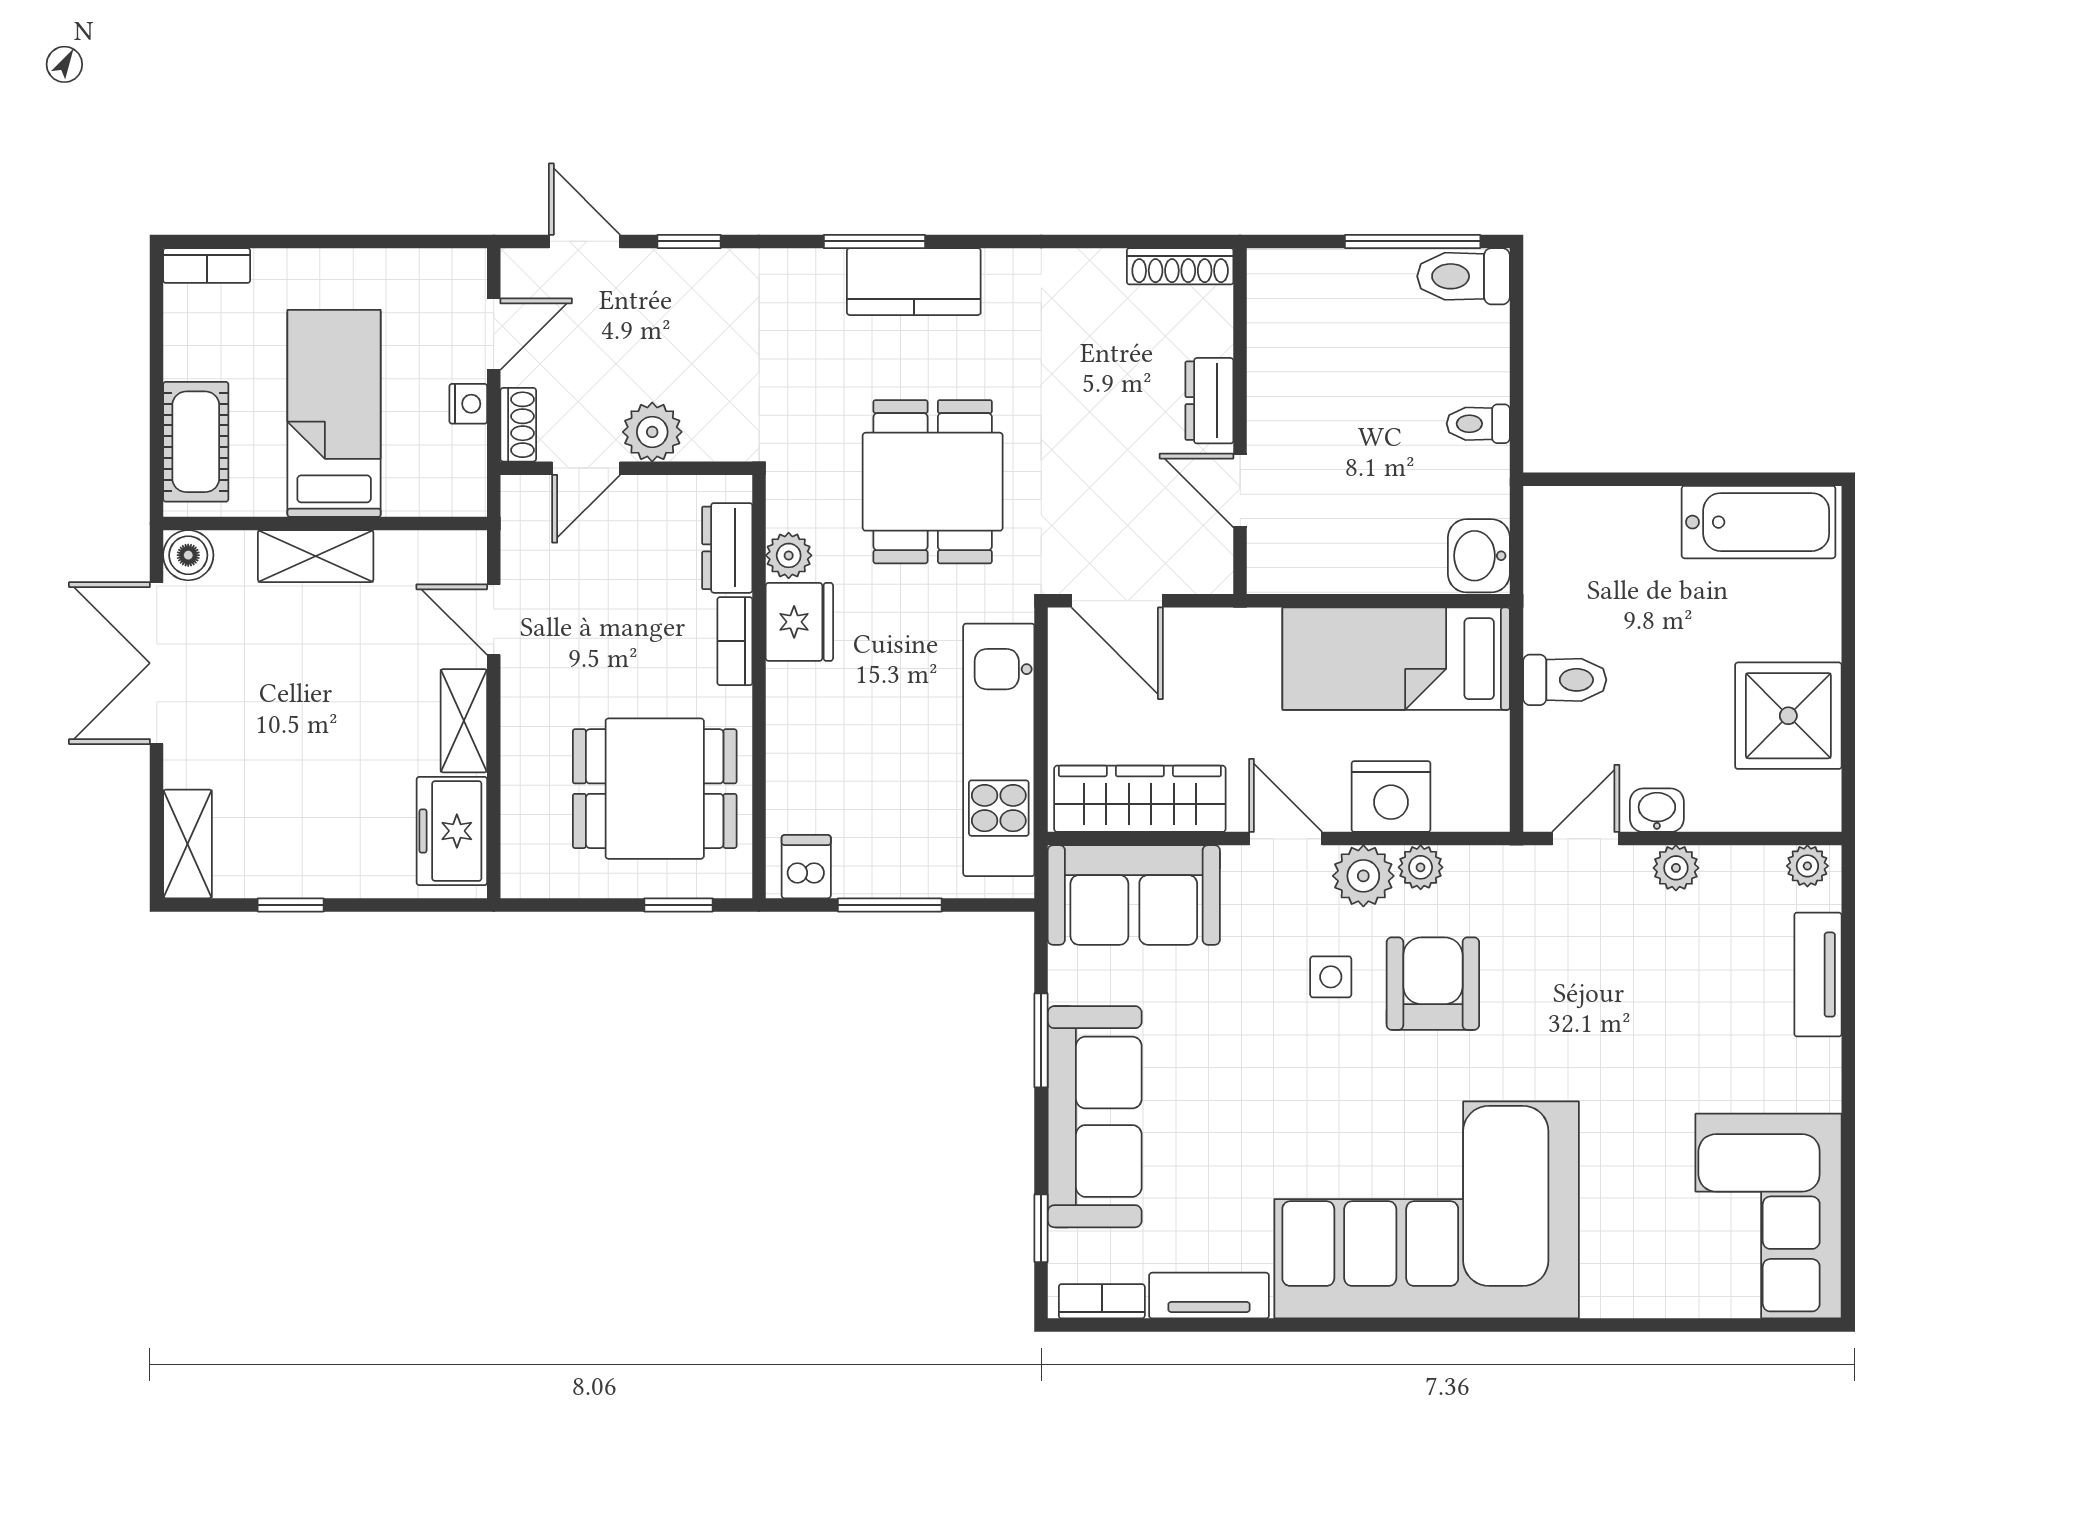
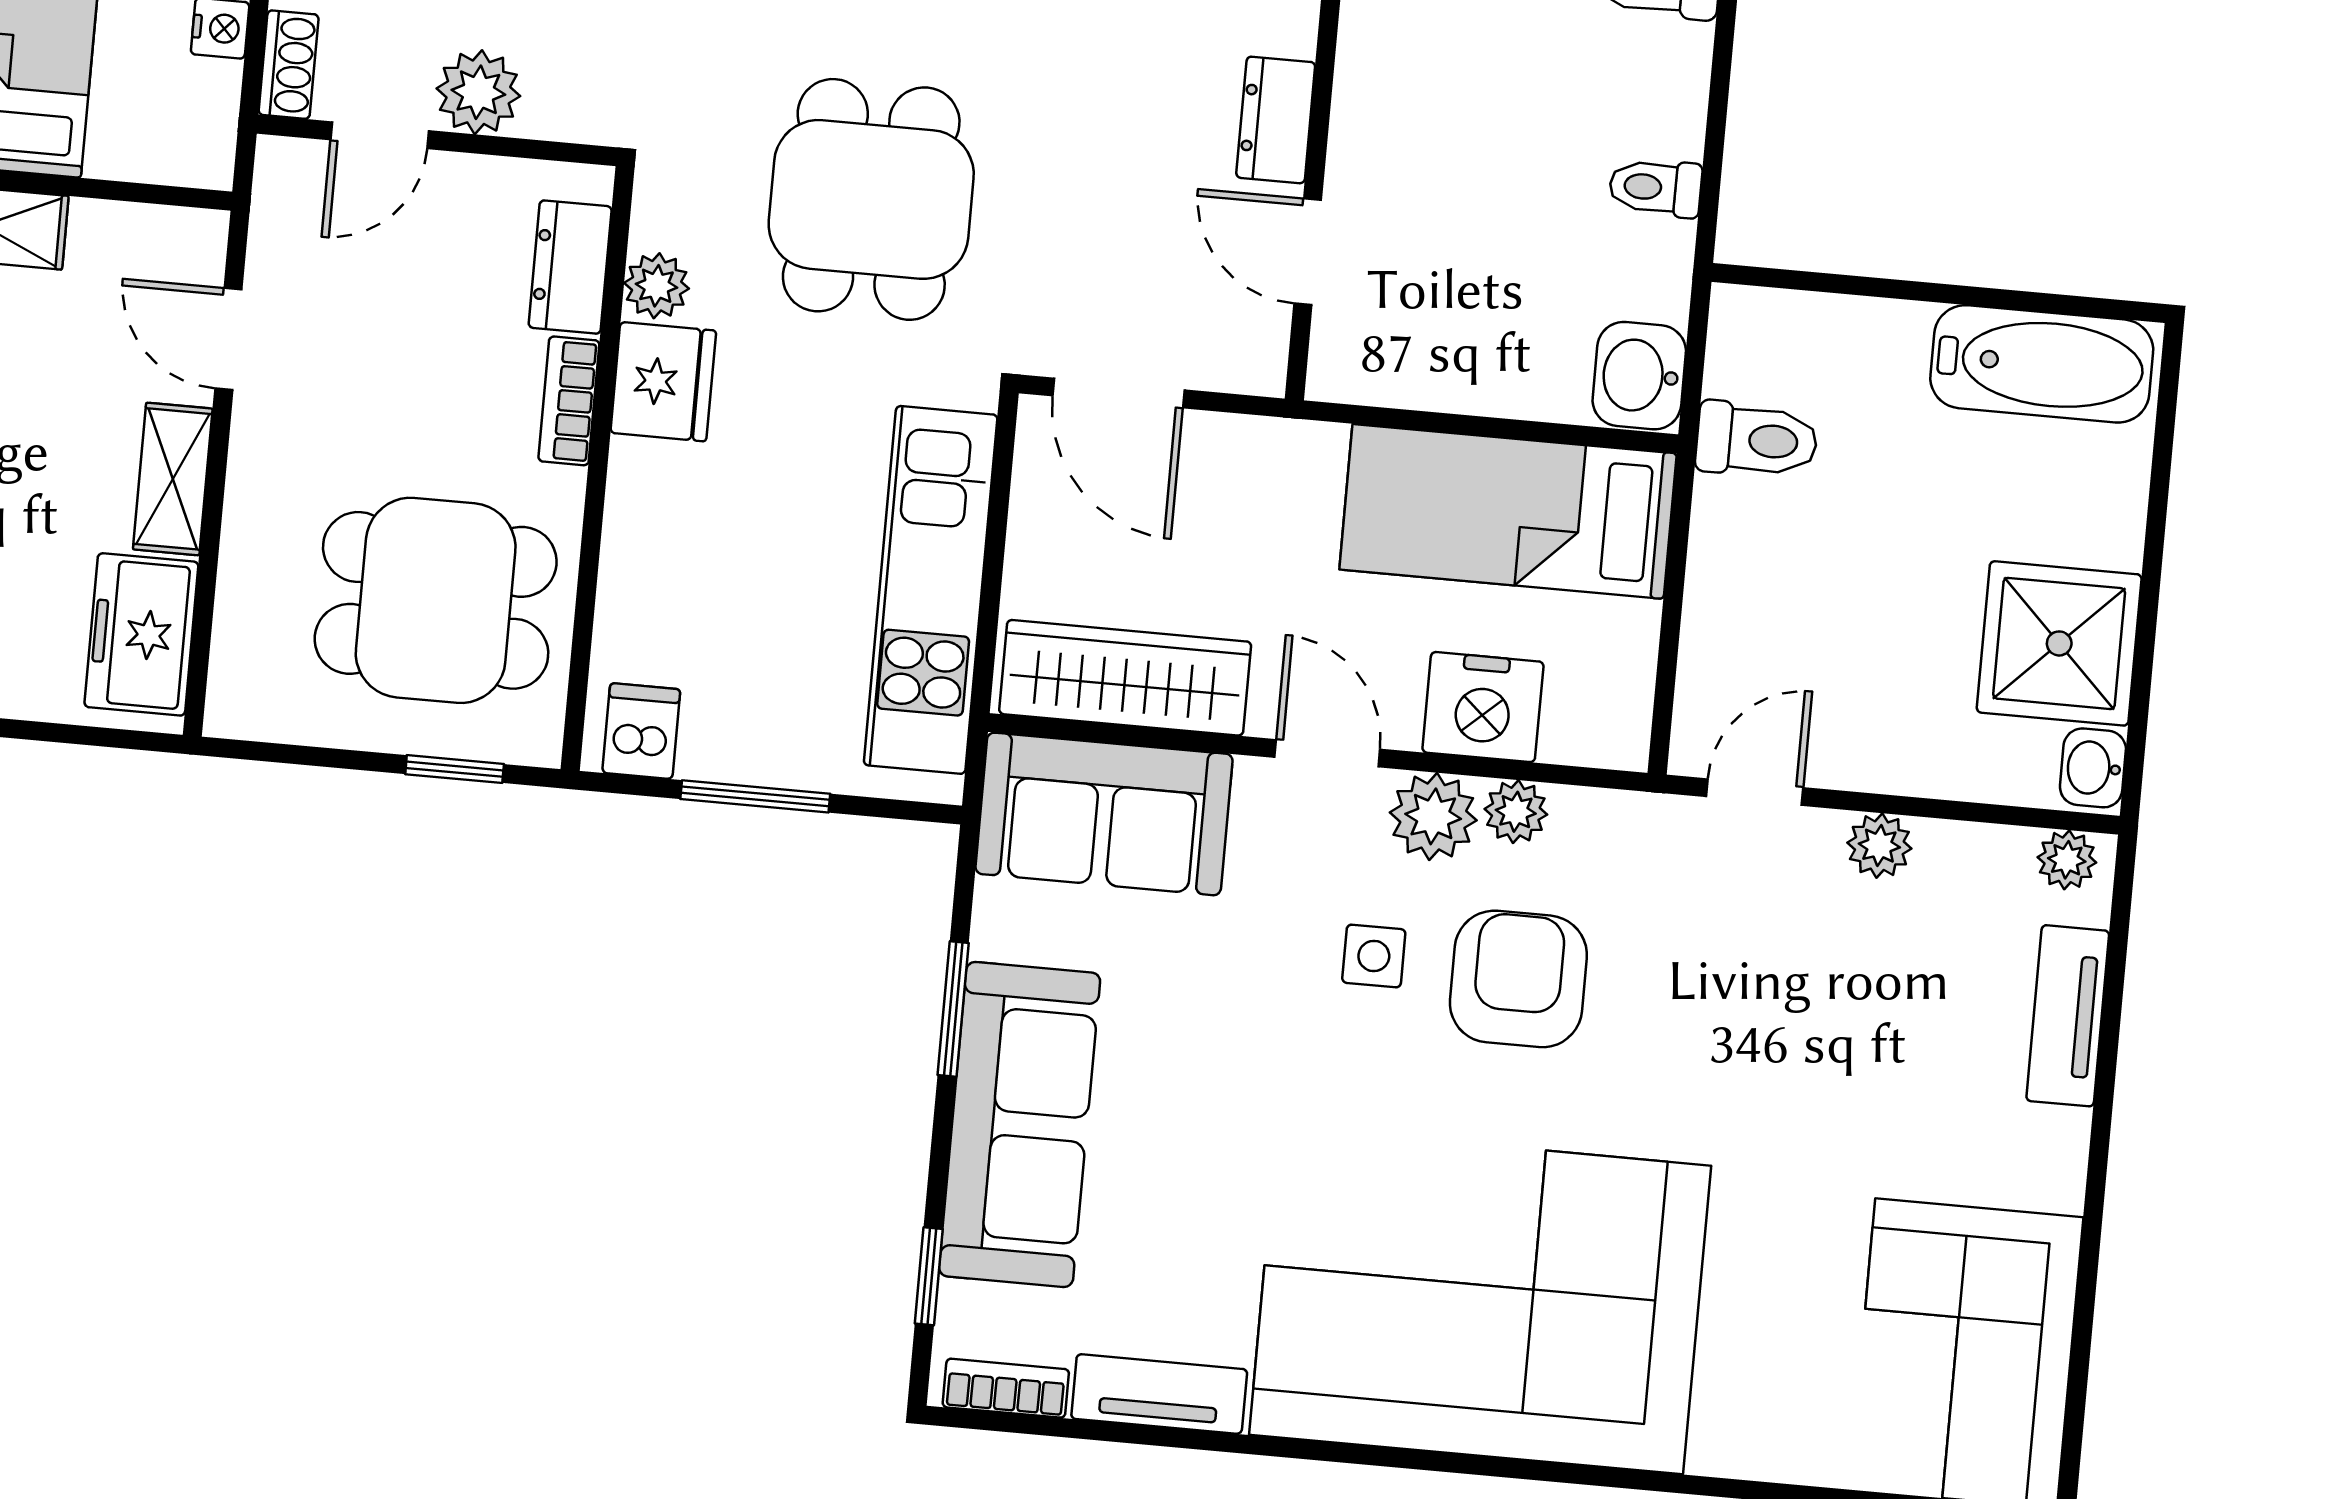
toilet: (1565, 680) -> (1757, 440), moved
washbasin: (1657, 810) -> (2093, 768), moved, turned -90

